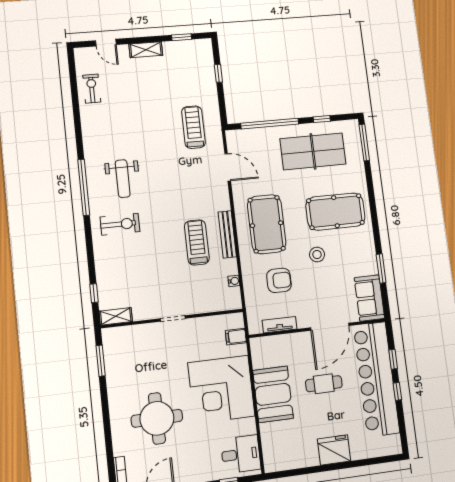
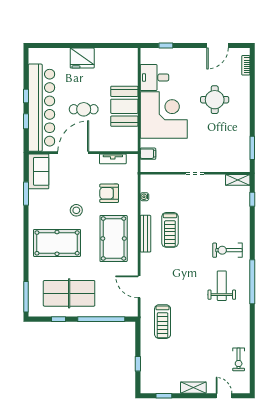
round table: (157, 418) -> (215, 100), width x0.73, depth x0.73
desk: (241, 454) -> (155, 77), moved

